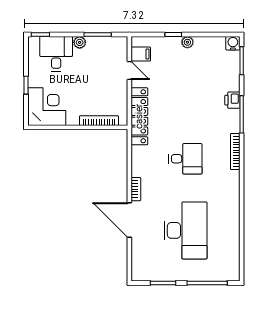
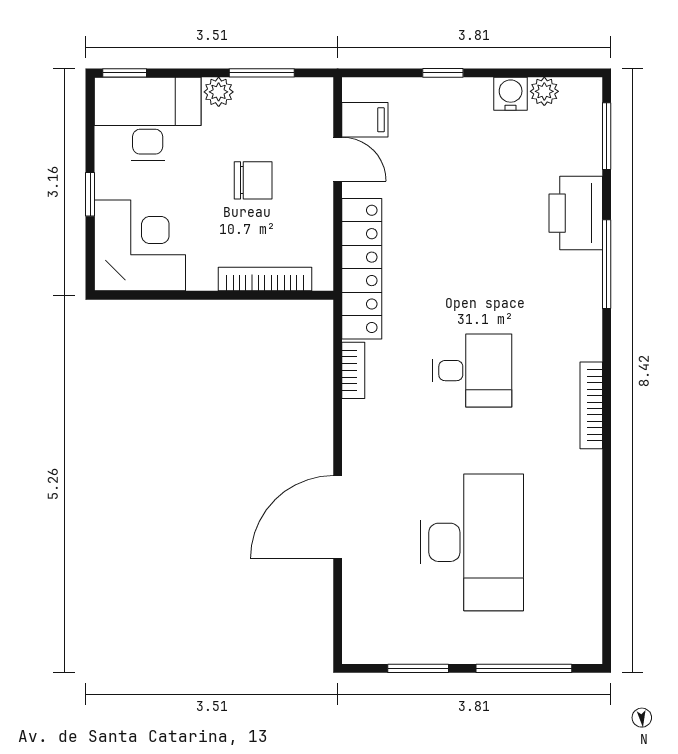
plant: (187, 42) -> (544, 91), moved
water cooler: (233, 43) -> (511, 94), moved
desk: (56, 54) -> (148, 119), width x1.37
chair: (94, 79) -> (253, 180), added
printer: (232, 100) -> (576, 213), width x1.87, depth x1.48
bookcase: (235, 152) -> (591, 405), moved
bookcase: (136, 189) -> (353, 370), moved
door: (129, 220) -> (338, 517), hinge flipped

